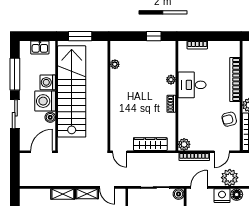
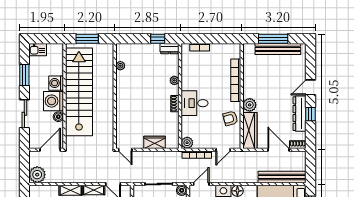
dresser: (166, 46) -> (170, 49), added
kitchen sink: (40, 47) -> (38, 50), moved
window: (15, 74) -> (24, 75), width x0.69
desk: (192, 85) -> (195, 103), moved
wardrobe: (150, 144) -> (154, 142), width x0.67
plant: (230, 178) -> (37, 175), moved

